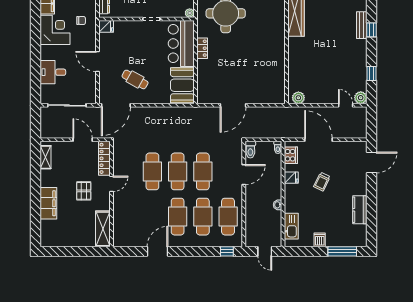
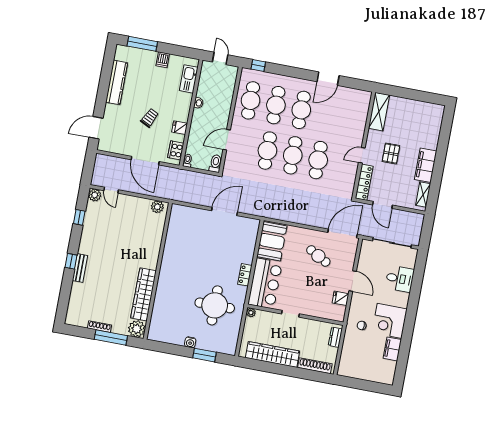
fridge: (106, 26) -> (340, 298), moved
filing cabinet: (48, 203) -> (426, 165), moved
kitchen counter: (360, 210) -> (117, 82), width x1.50

